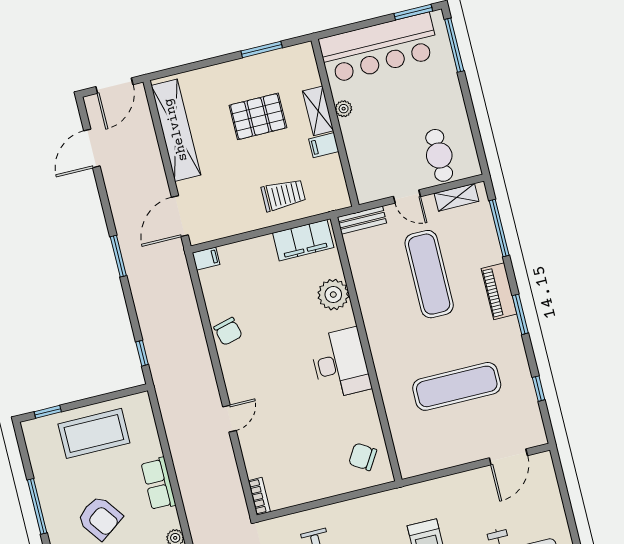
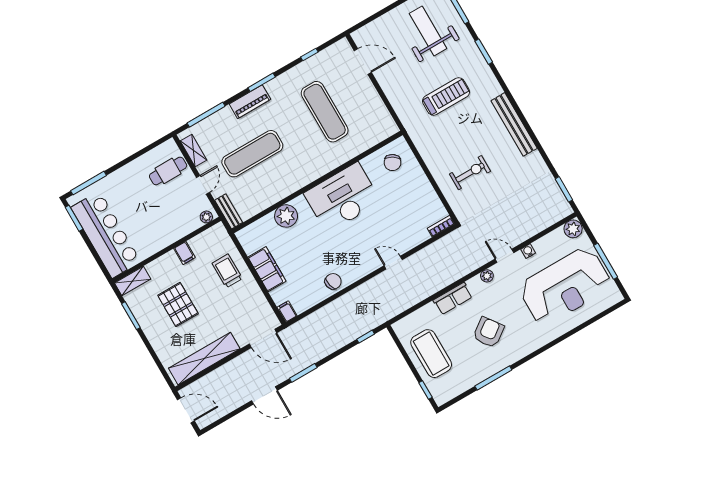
plant: (344, 109) -> (206, 217), moved
shelving: (318, 111) -> (133, 281), moved
door: (92, 148) -> (264, 395), moved
filing cabinet: (303, 240) -> (267, 269), moved
desk: (340, 363) -> (342, 198), width x1.36, depth x1.30

